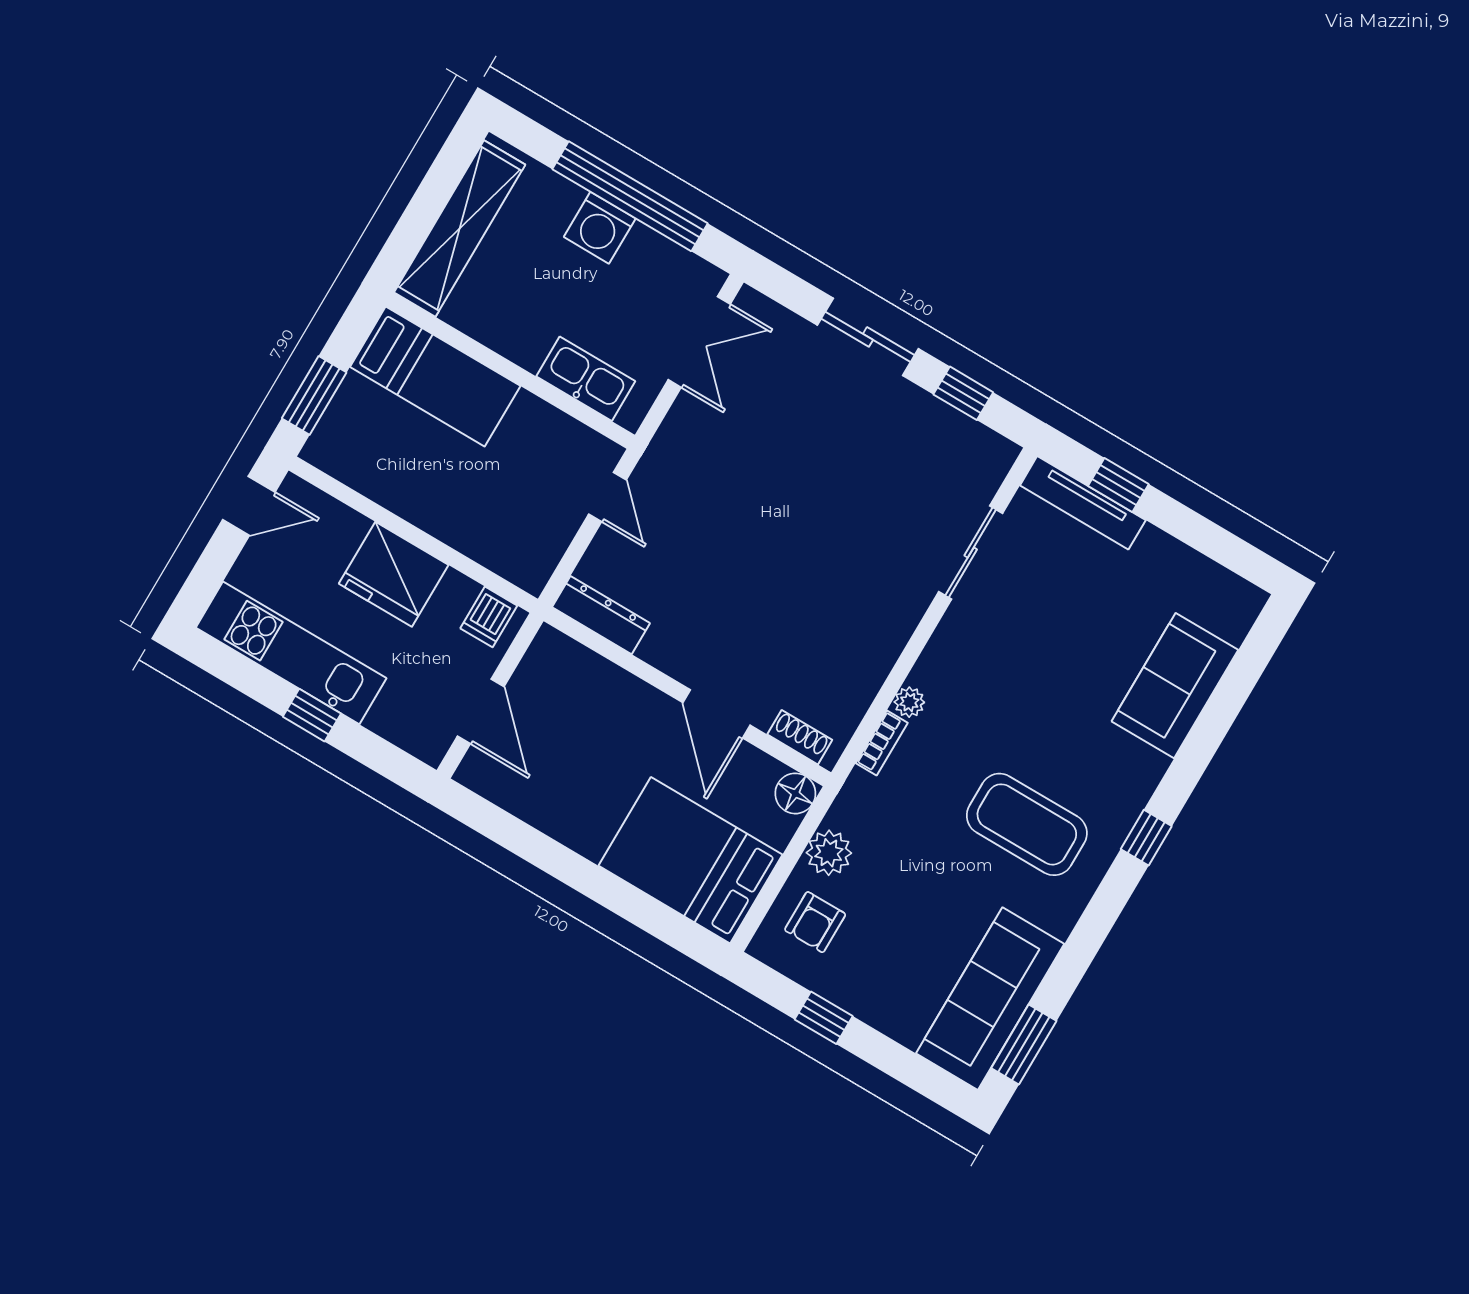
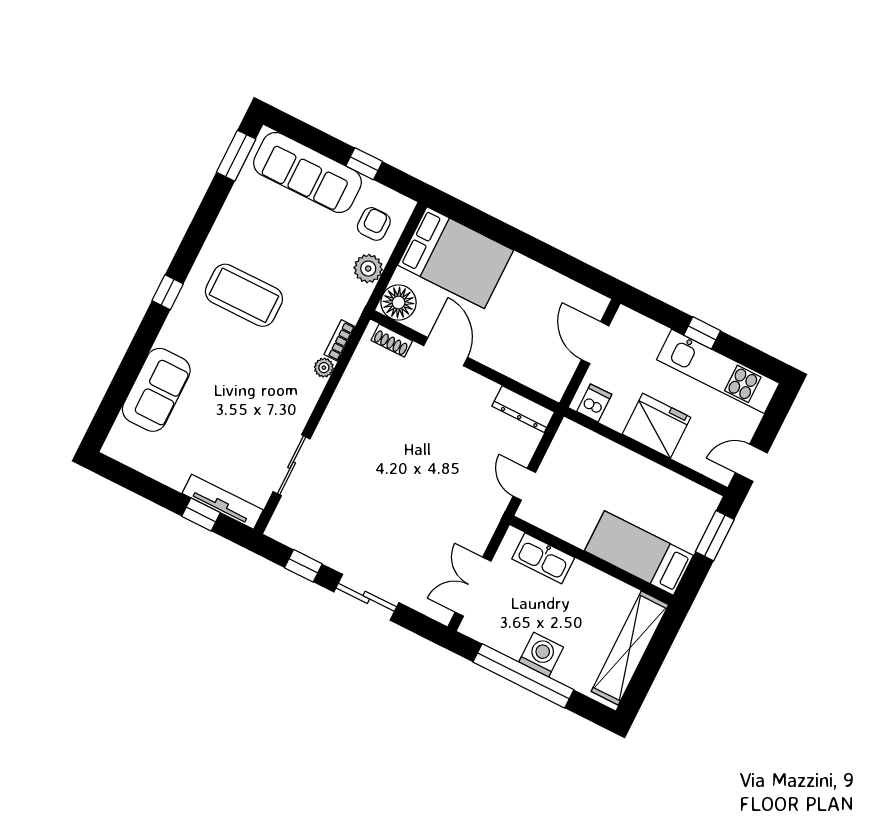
floor lamp: (795, 793) -> (398, 303), width x1.38, depth x1.38
sofa: (990, 999) -> (307, 172), moved, turned 90

